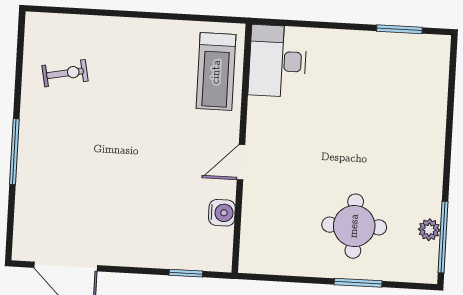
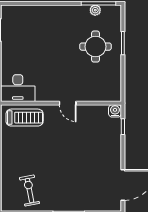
exercise bike: (65, 73) -> (29, 191), width x1.38, depth x1.39
water cooler: (222, 213) -> (115, 111), moved

